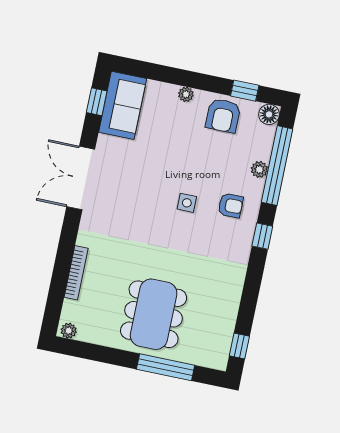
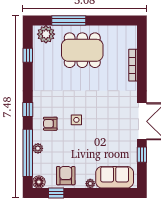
window: (97, 102) -> (142, 155), moved
sofa: (123, 105) -> (115, 177), moved, turned 90
dining table: (154, 314) -> (82, 50), turned 90
plant: (69, 331) -> (46, 34), moved, width x1.87, depth x1.87
window: (239, 346) -> (28, 55), moved

